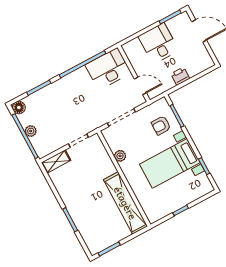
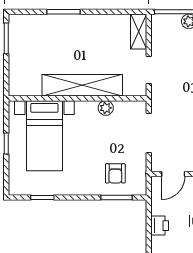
armchair: (161, 125) -> (115, 173), turned 180
bed with nightstands: (170, 163) -> (44, 136), moved, turned 180
shelving: (125, 203) -> (82, 85), moved

